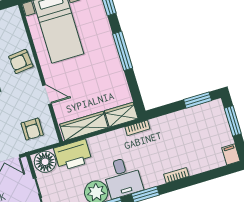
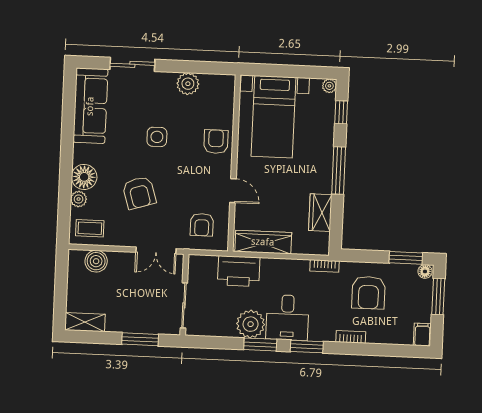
armchair: (21, 61) -> (216, 142), turned 96
wardrobe: (121, 115) -> (320, 213), moved, turned -90
armchair: (178, 137) -> (369, 293), added
floor lamp: (45, 162) -> (425, 271), moved, width x0.53, depth x0.53

